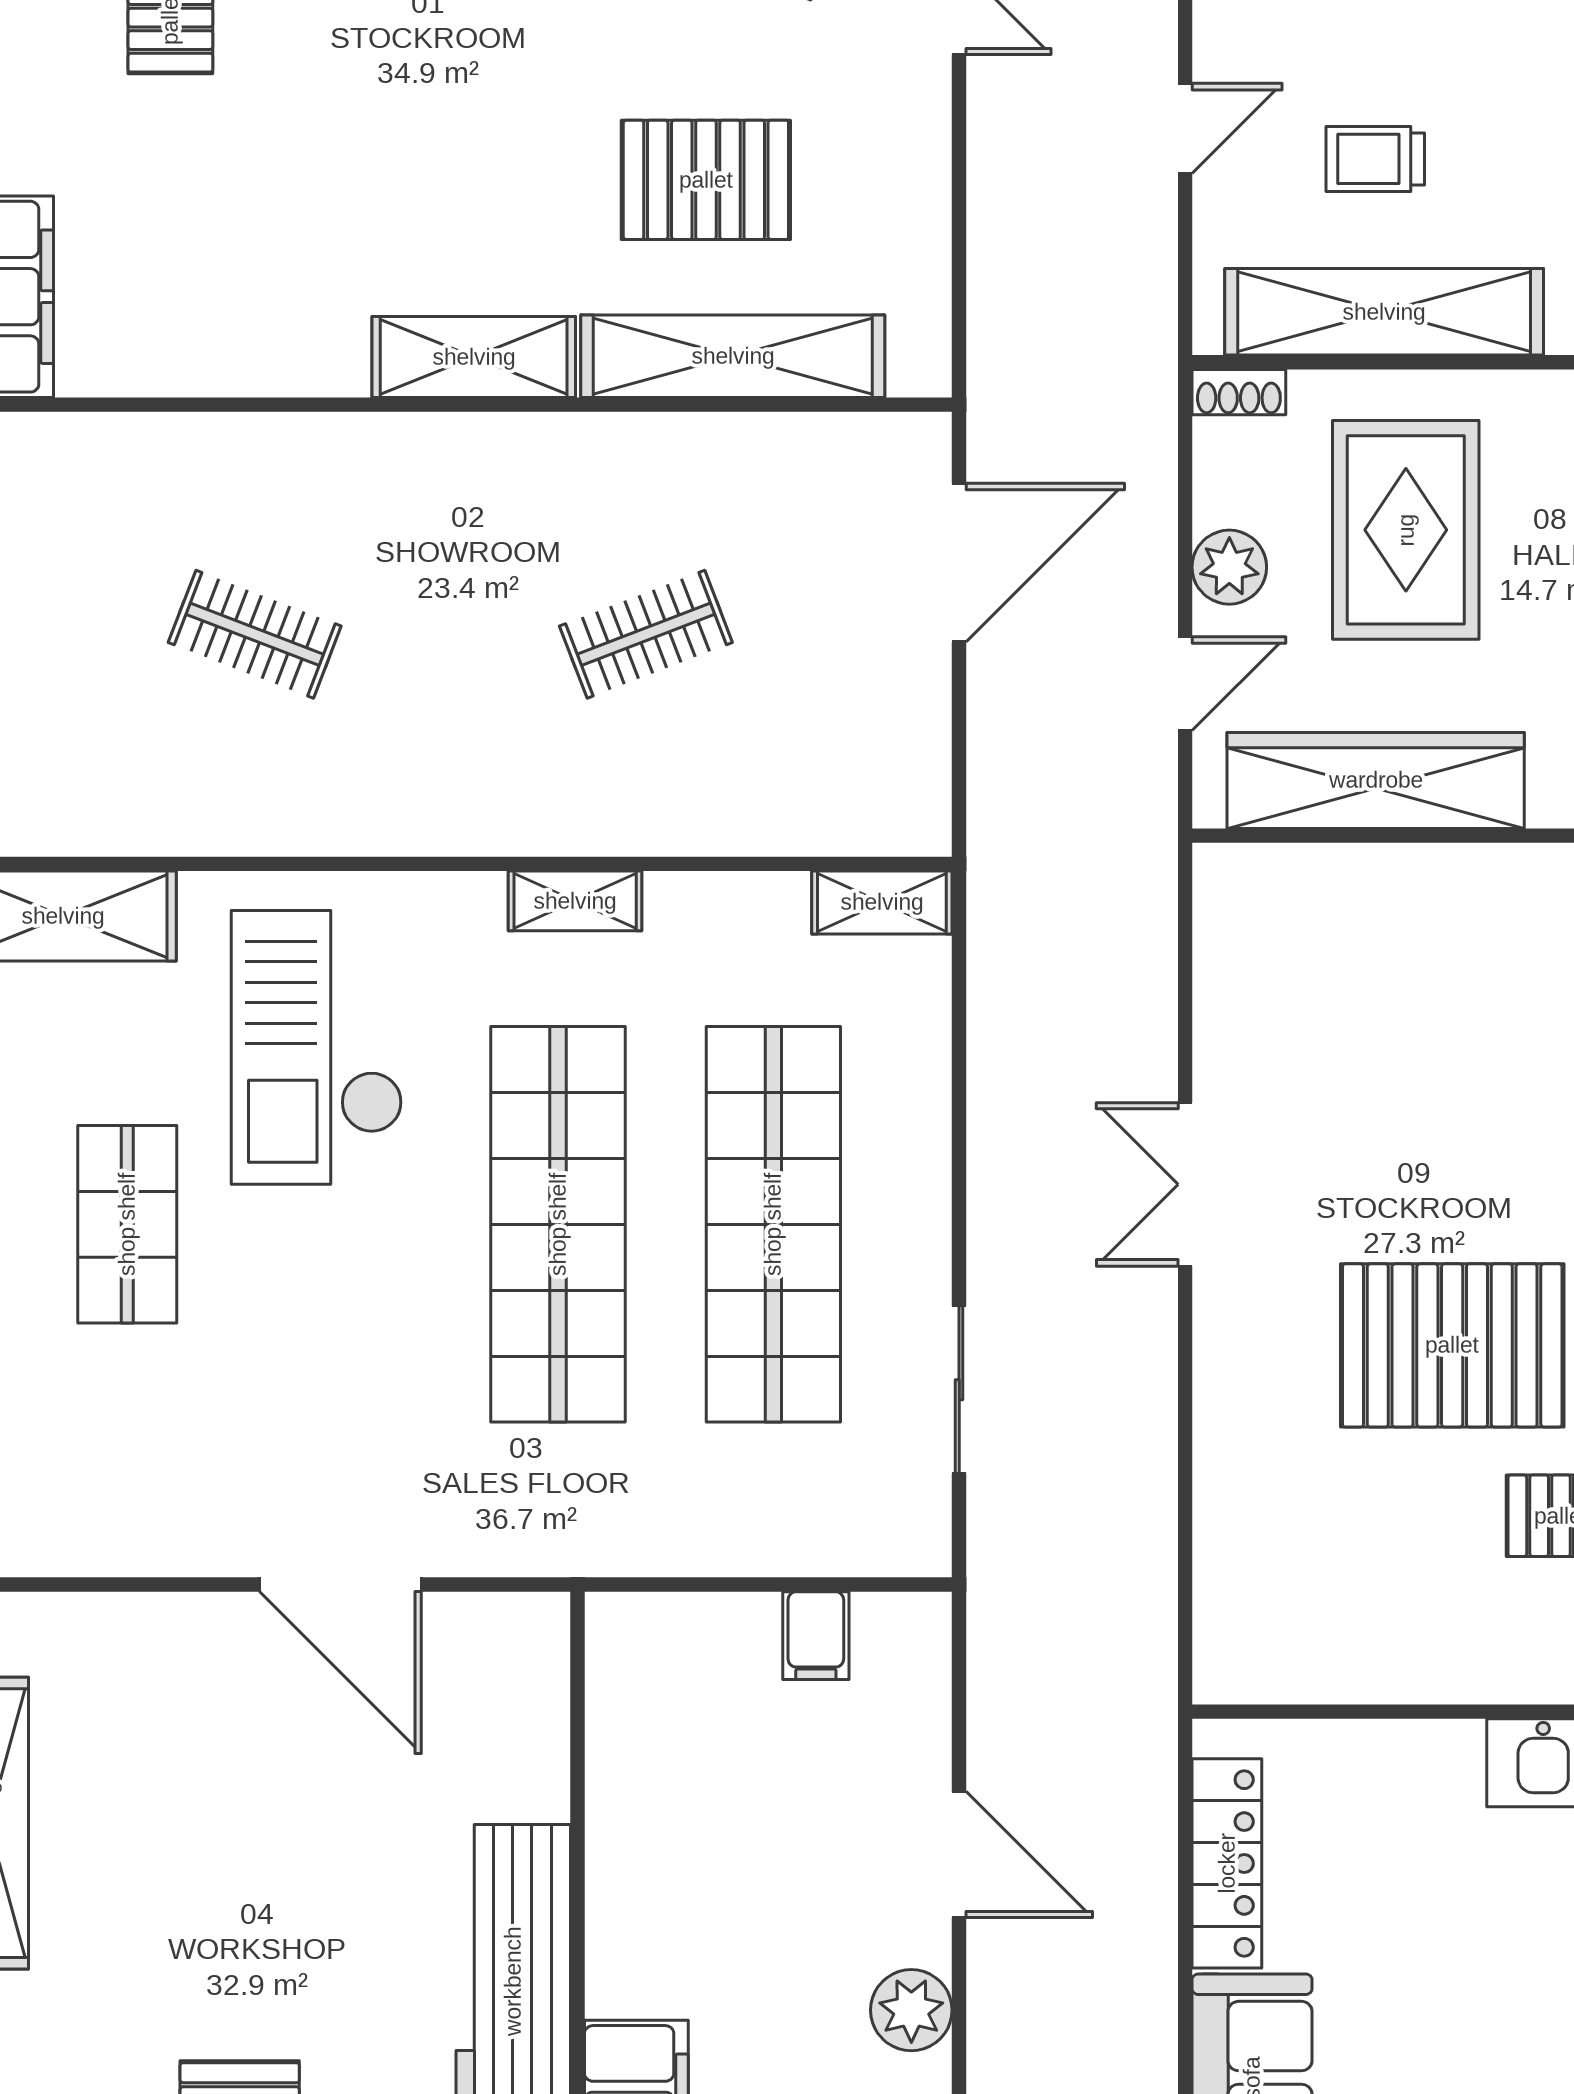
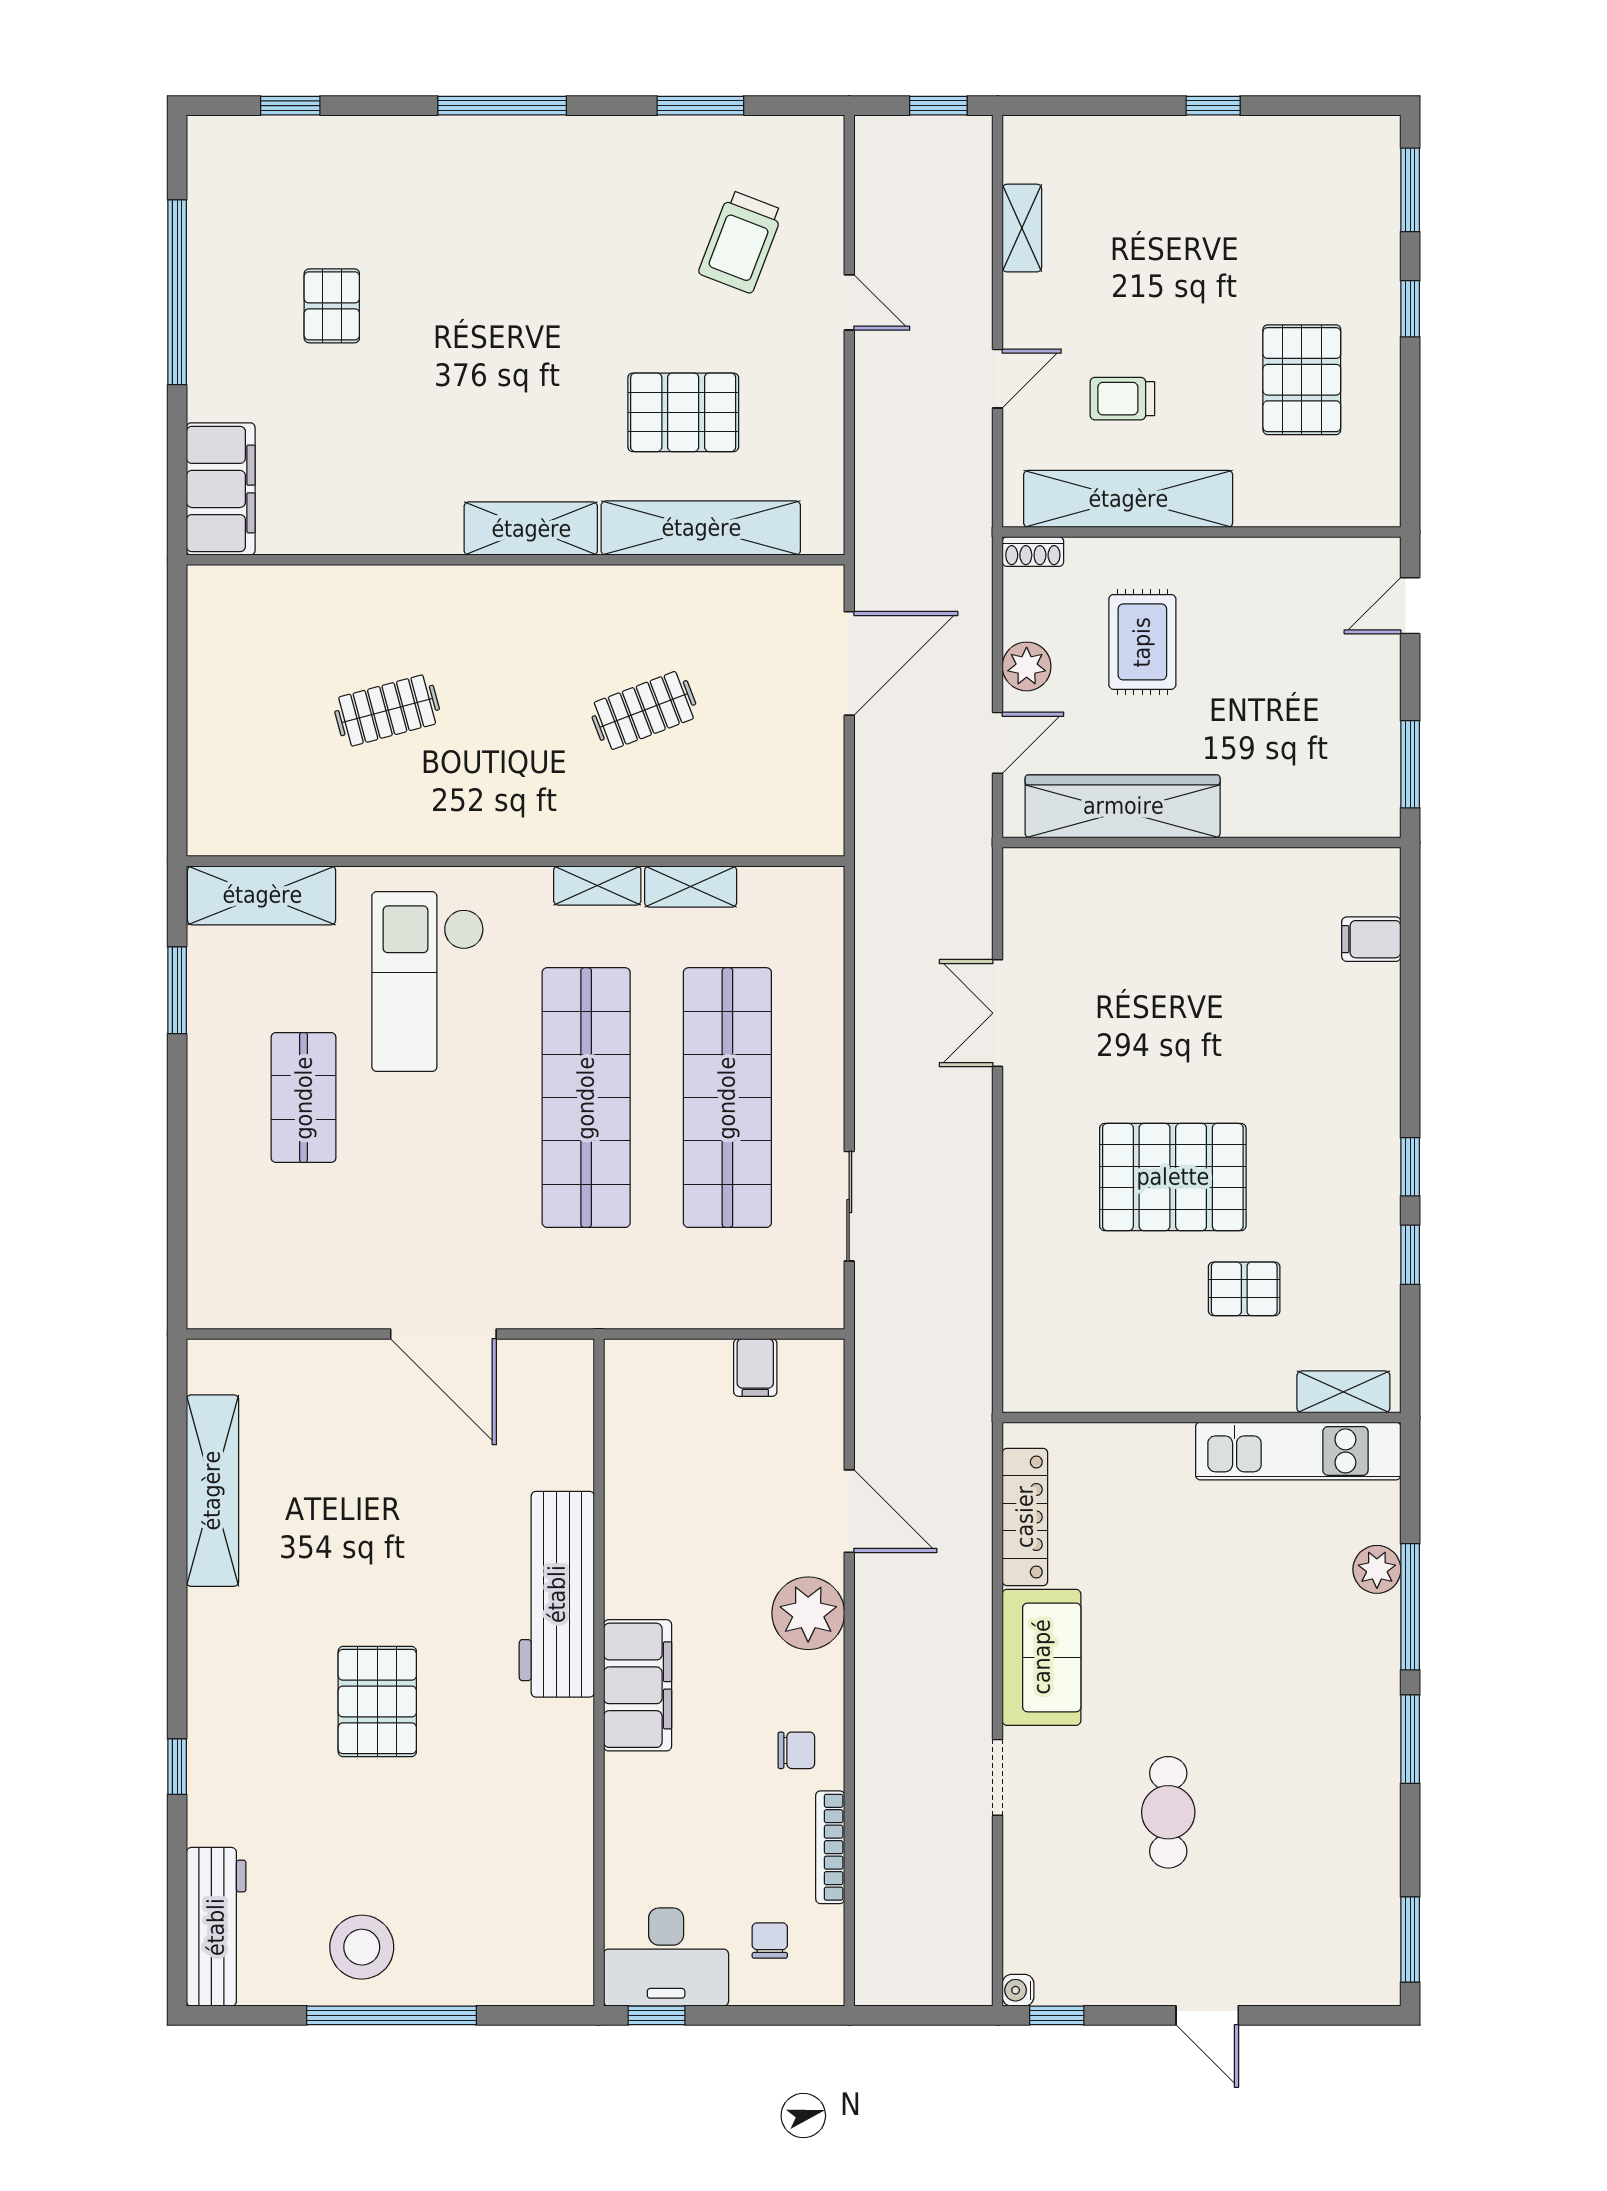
rug: (1406, 530) -> (1142, 642), width x0.73, depth x0.70
clothes rail: (255, 634) -> (387, 710), turned -36
shelving: (882, 902) -> (691, 886), moved
double door: (1185, 1184) -> (998, 1013), moved
plant: (911, 2010) -> (808, 1613), width x1.36, depth x1.36

